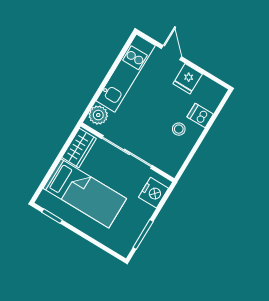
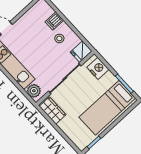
fridge: (188, 79) -> (81, 52), moved, turned 90
bed: (85, 193) -> (107, 108), moved, turned 180

